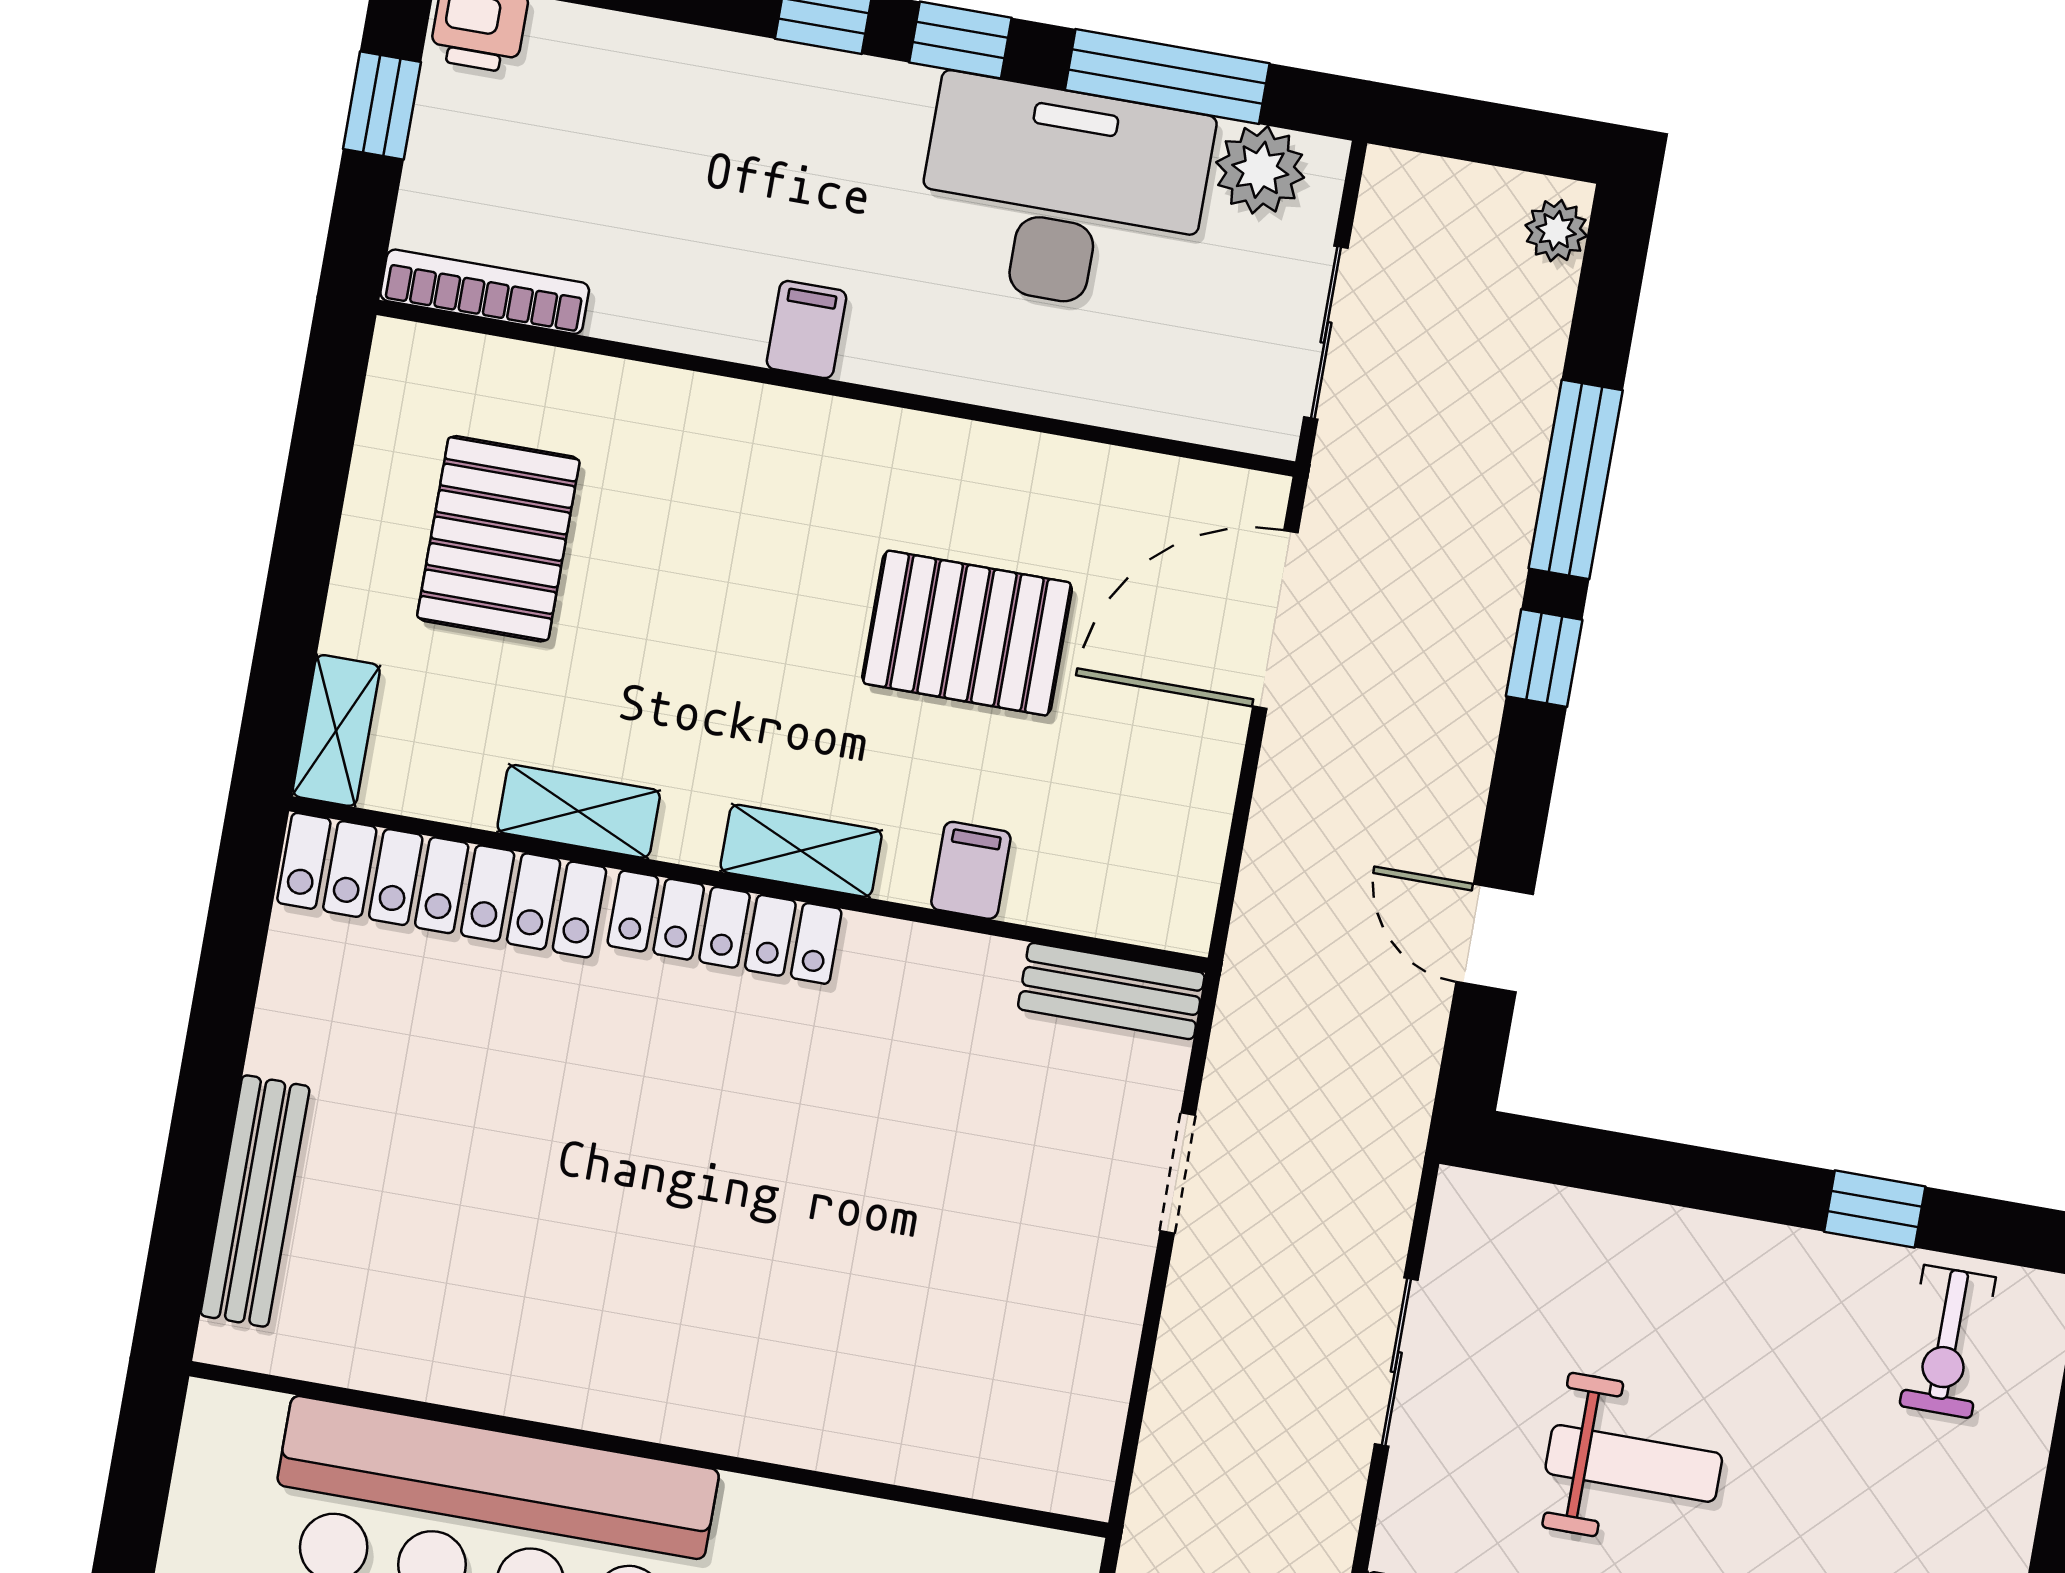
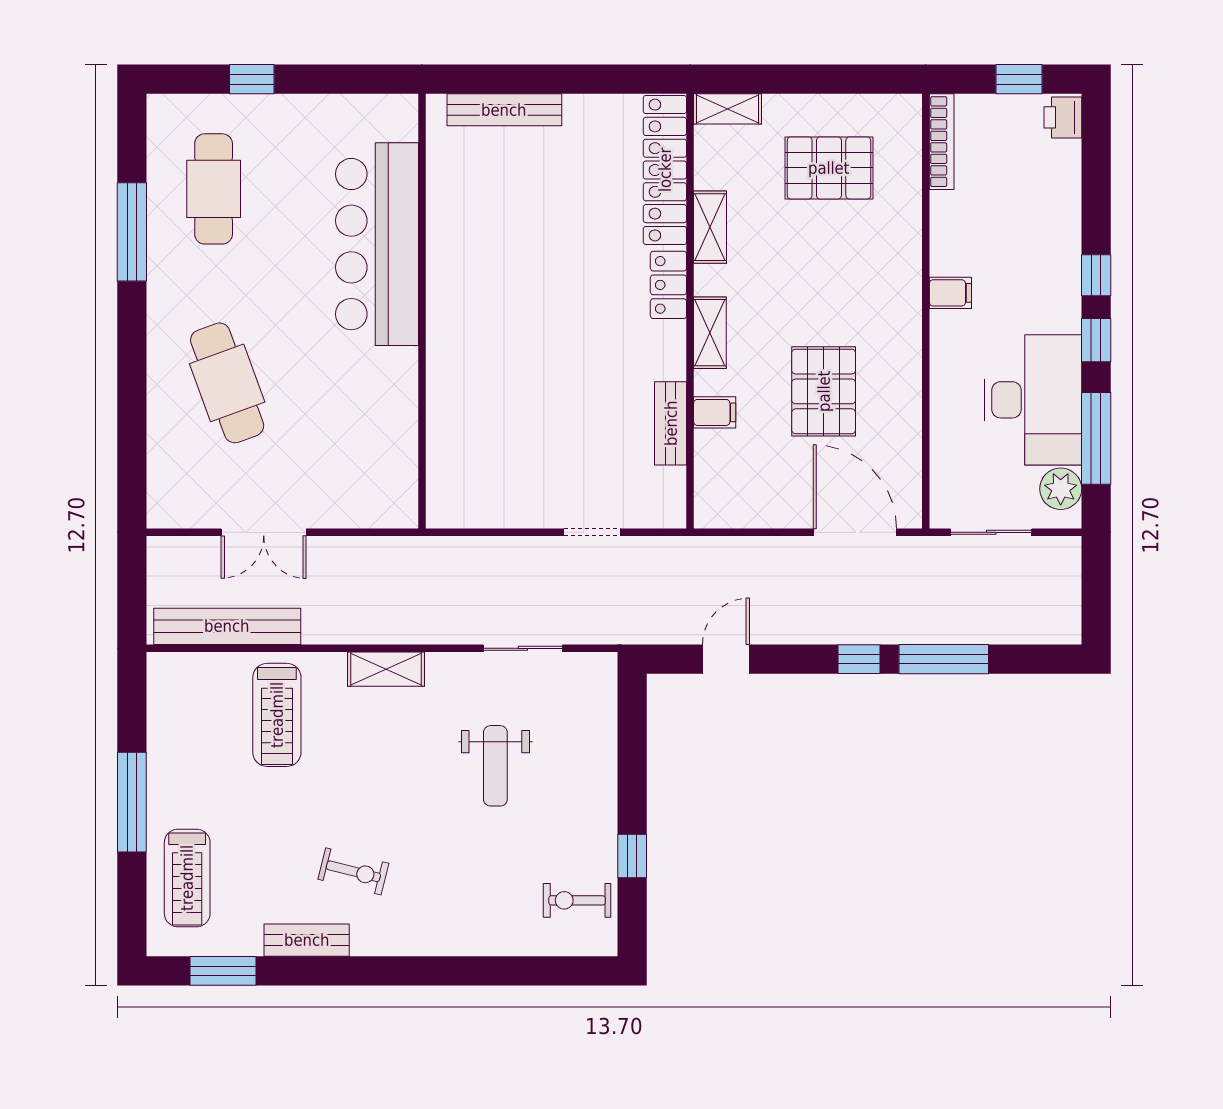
plant: (1556, 231) -> (1057, 630), removed
locker: (725, 927) -> (668, 285), width x0.66
bench: (1111, 991) -> (671, 423), moved

